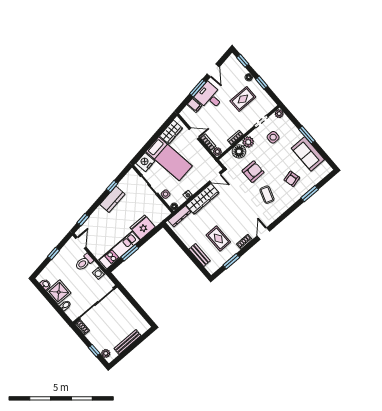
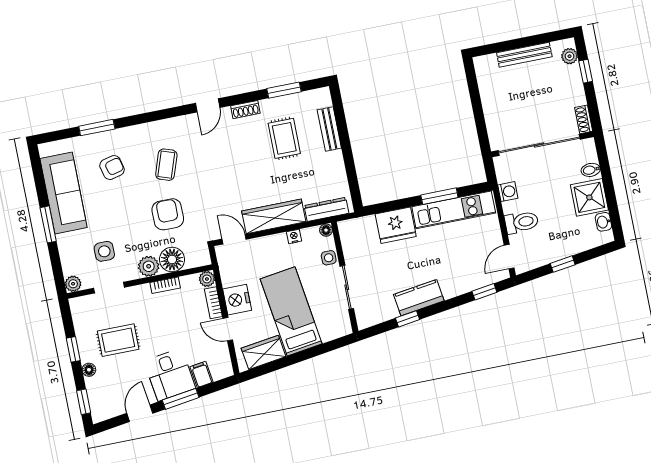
sofa: (308, 154) -> (64, 193), width x1.36
nightstand: (145, 162) -> (237, 300), moved, turned 98
armchair: (253, 172) -> (168, 214), turned 90

